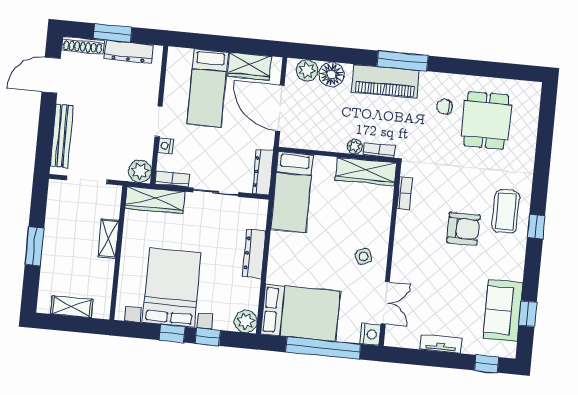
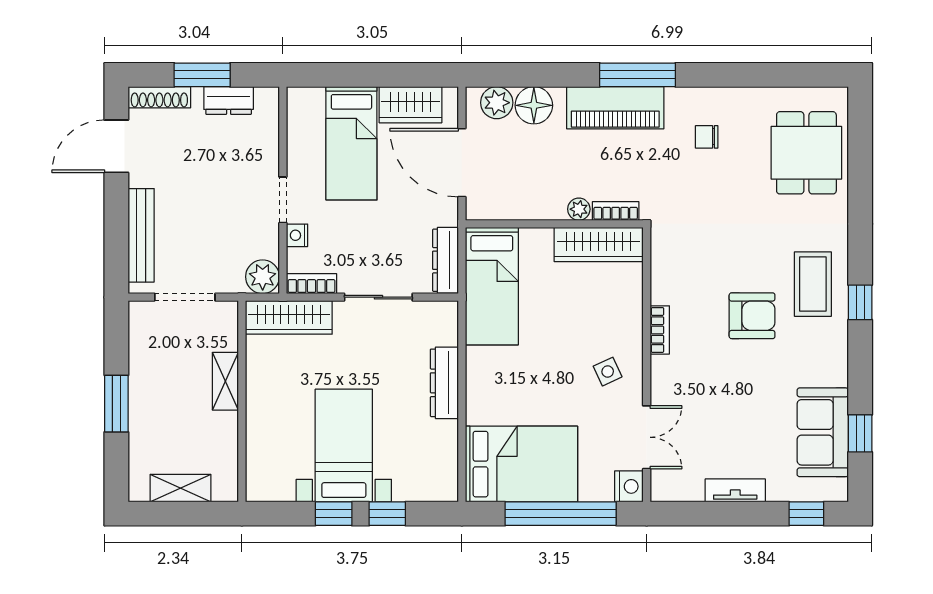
dresser: (129, 52) -> (229, 100), width x0.70
dining table: (486, 120) -> (806, 153), moved
bookcase: (405, 193) -> (660, 330), moved
bed with nightstands: (172, 288) -> (344, 446), width x0.73
plant: (246, 321) -> (442, 485), removed

